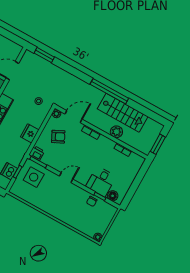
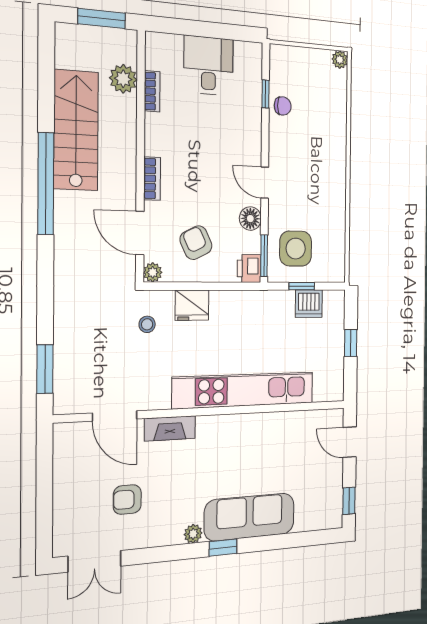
plant: (116, 132) -> (123, 79), moved
fridge: (30, 133) -> (192, 305), moved
desk: (101, 181) -> (209, 66), moved, turned -90
floor lamp: (113, 196) -> (250, 219), moved

